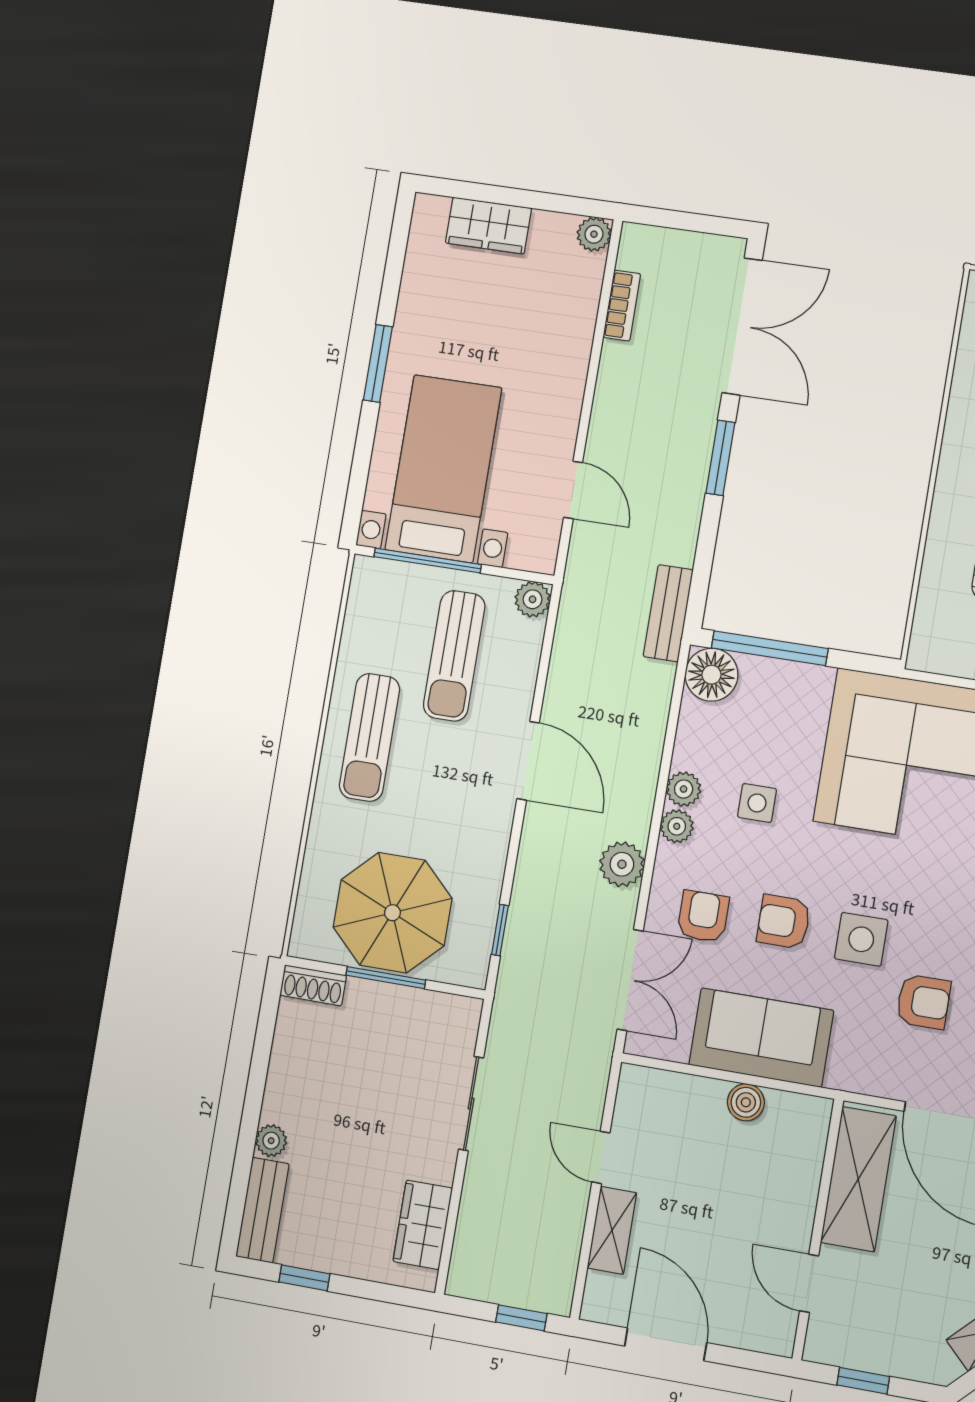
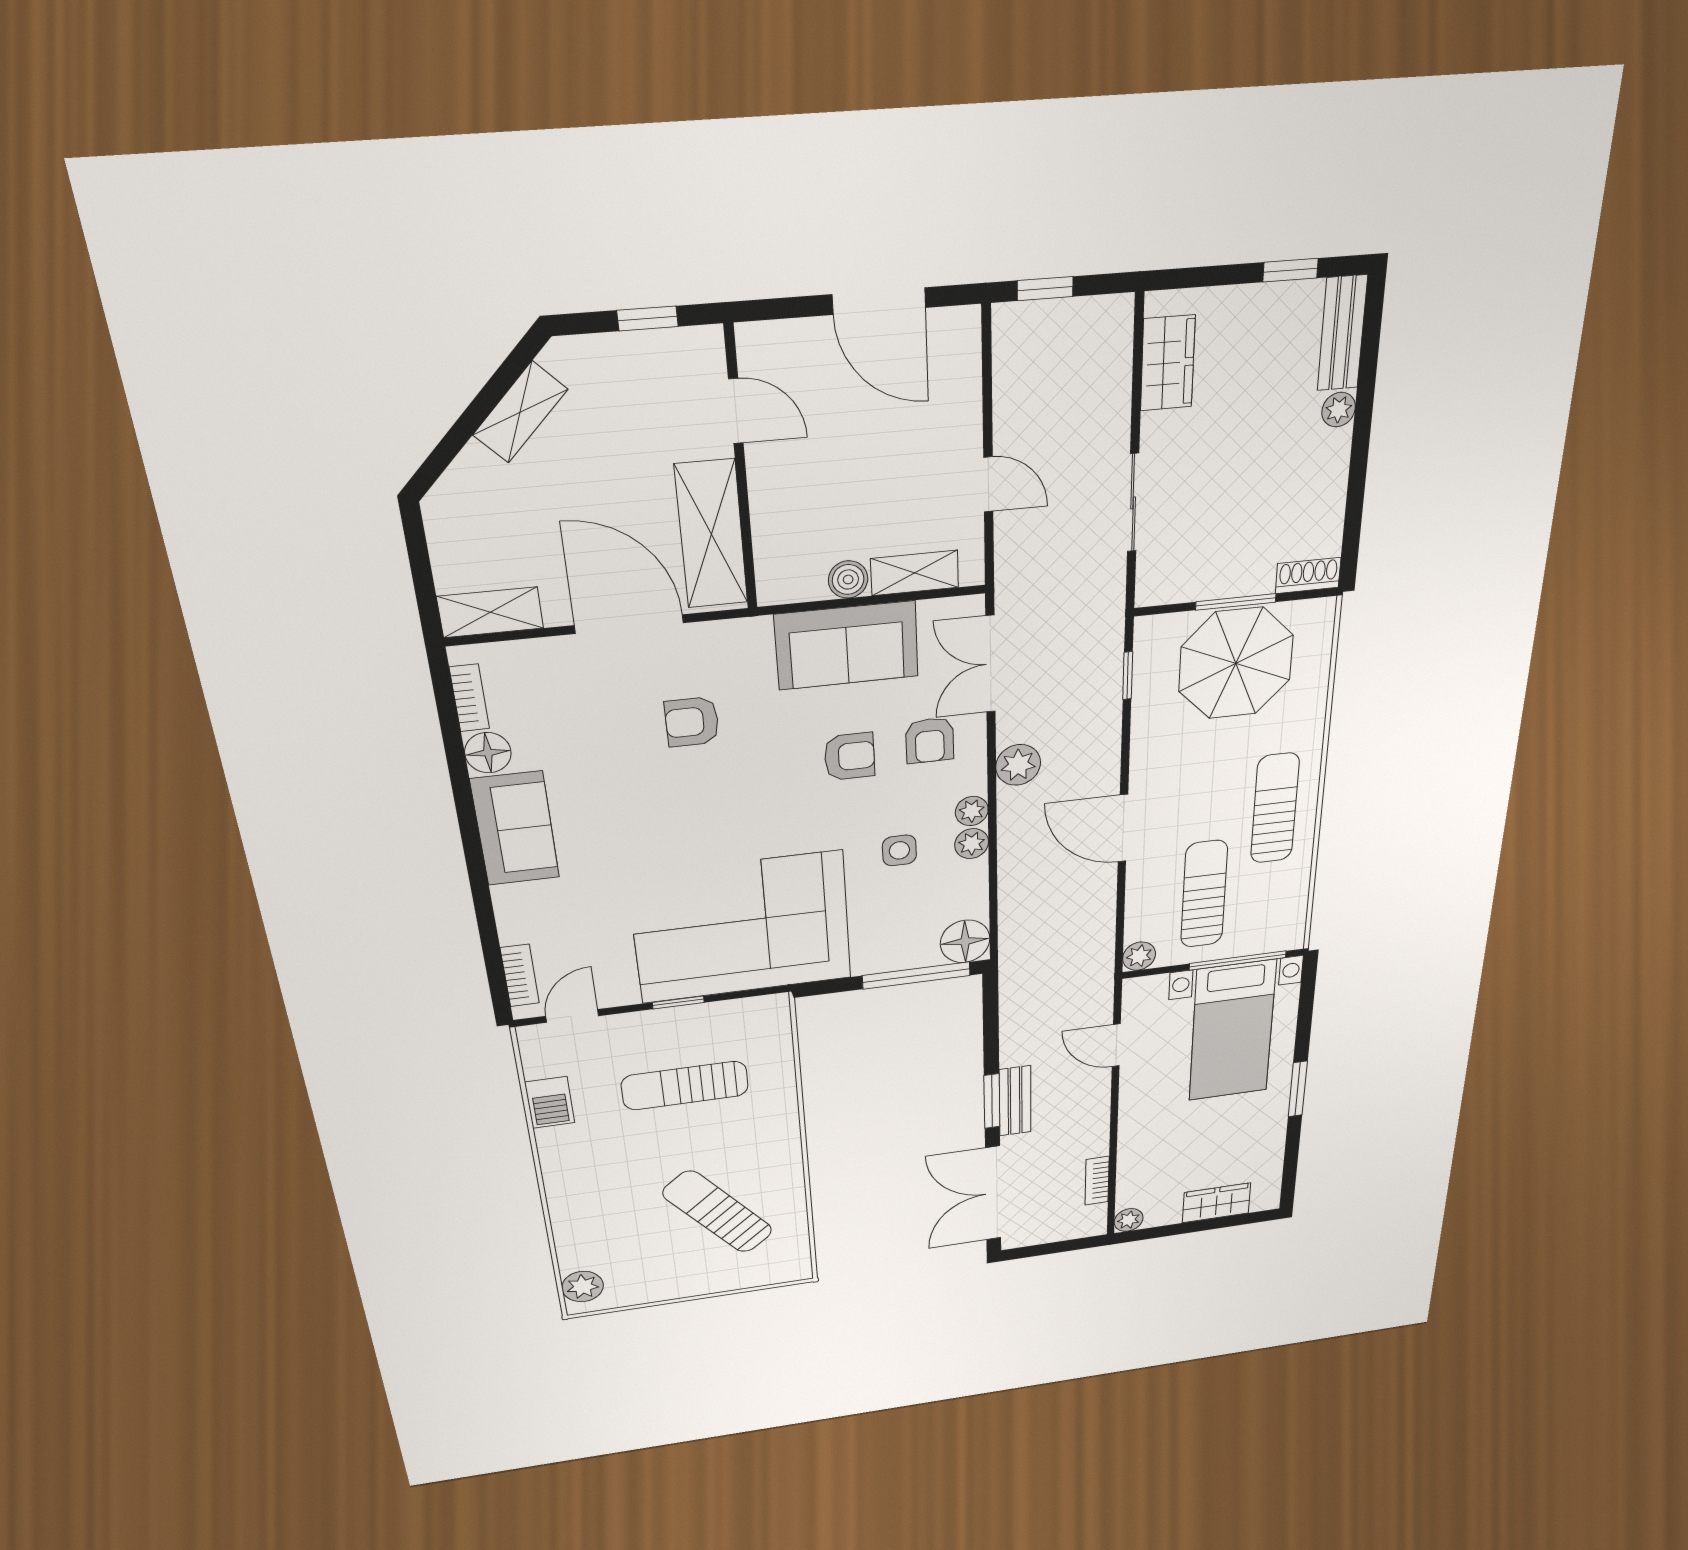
bench: (668, 613) -> (1015, 1101), moved
side table: (861, 939) -> (769, 761), removed
shelving: (612, 1230) -> (915, 573), moved, turned 90

